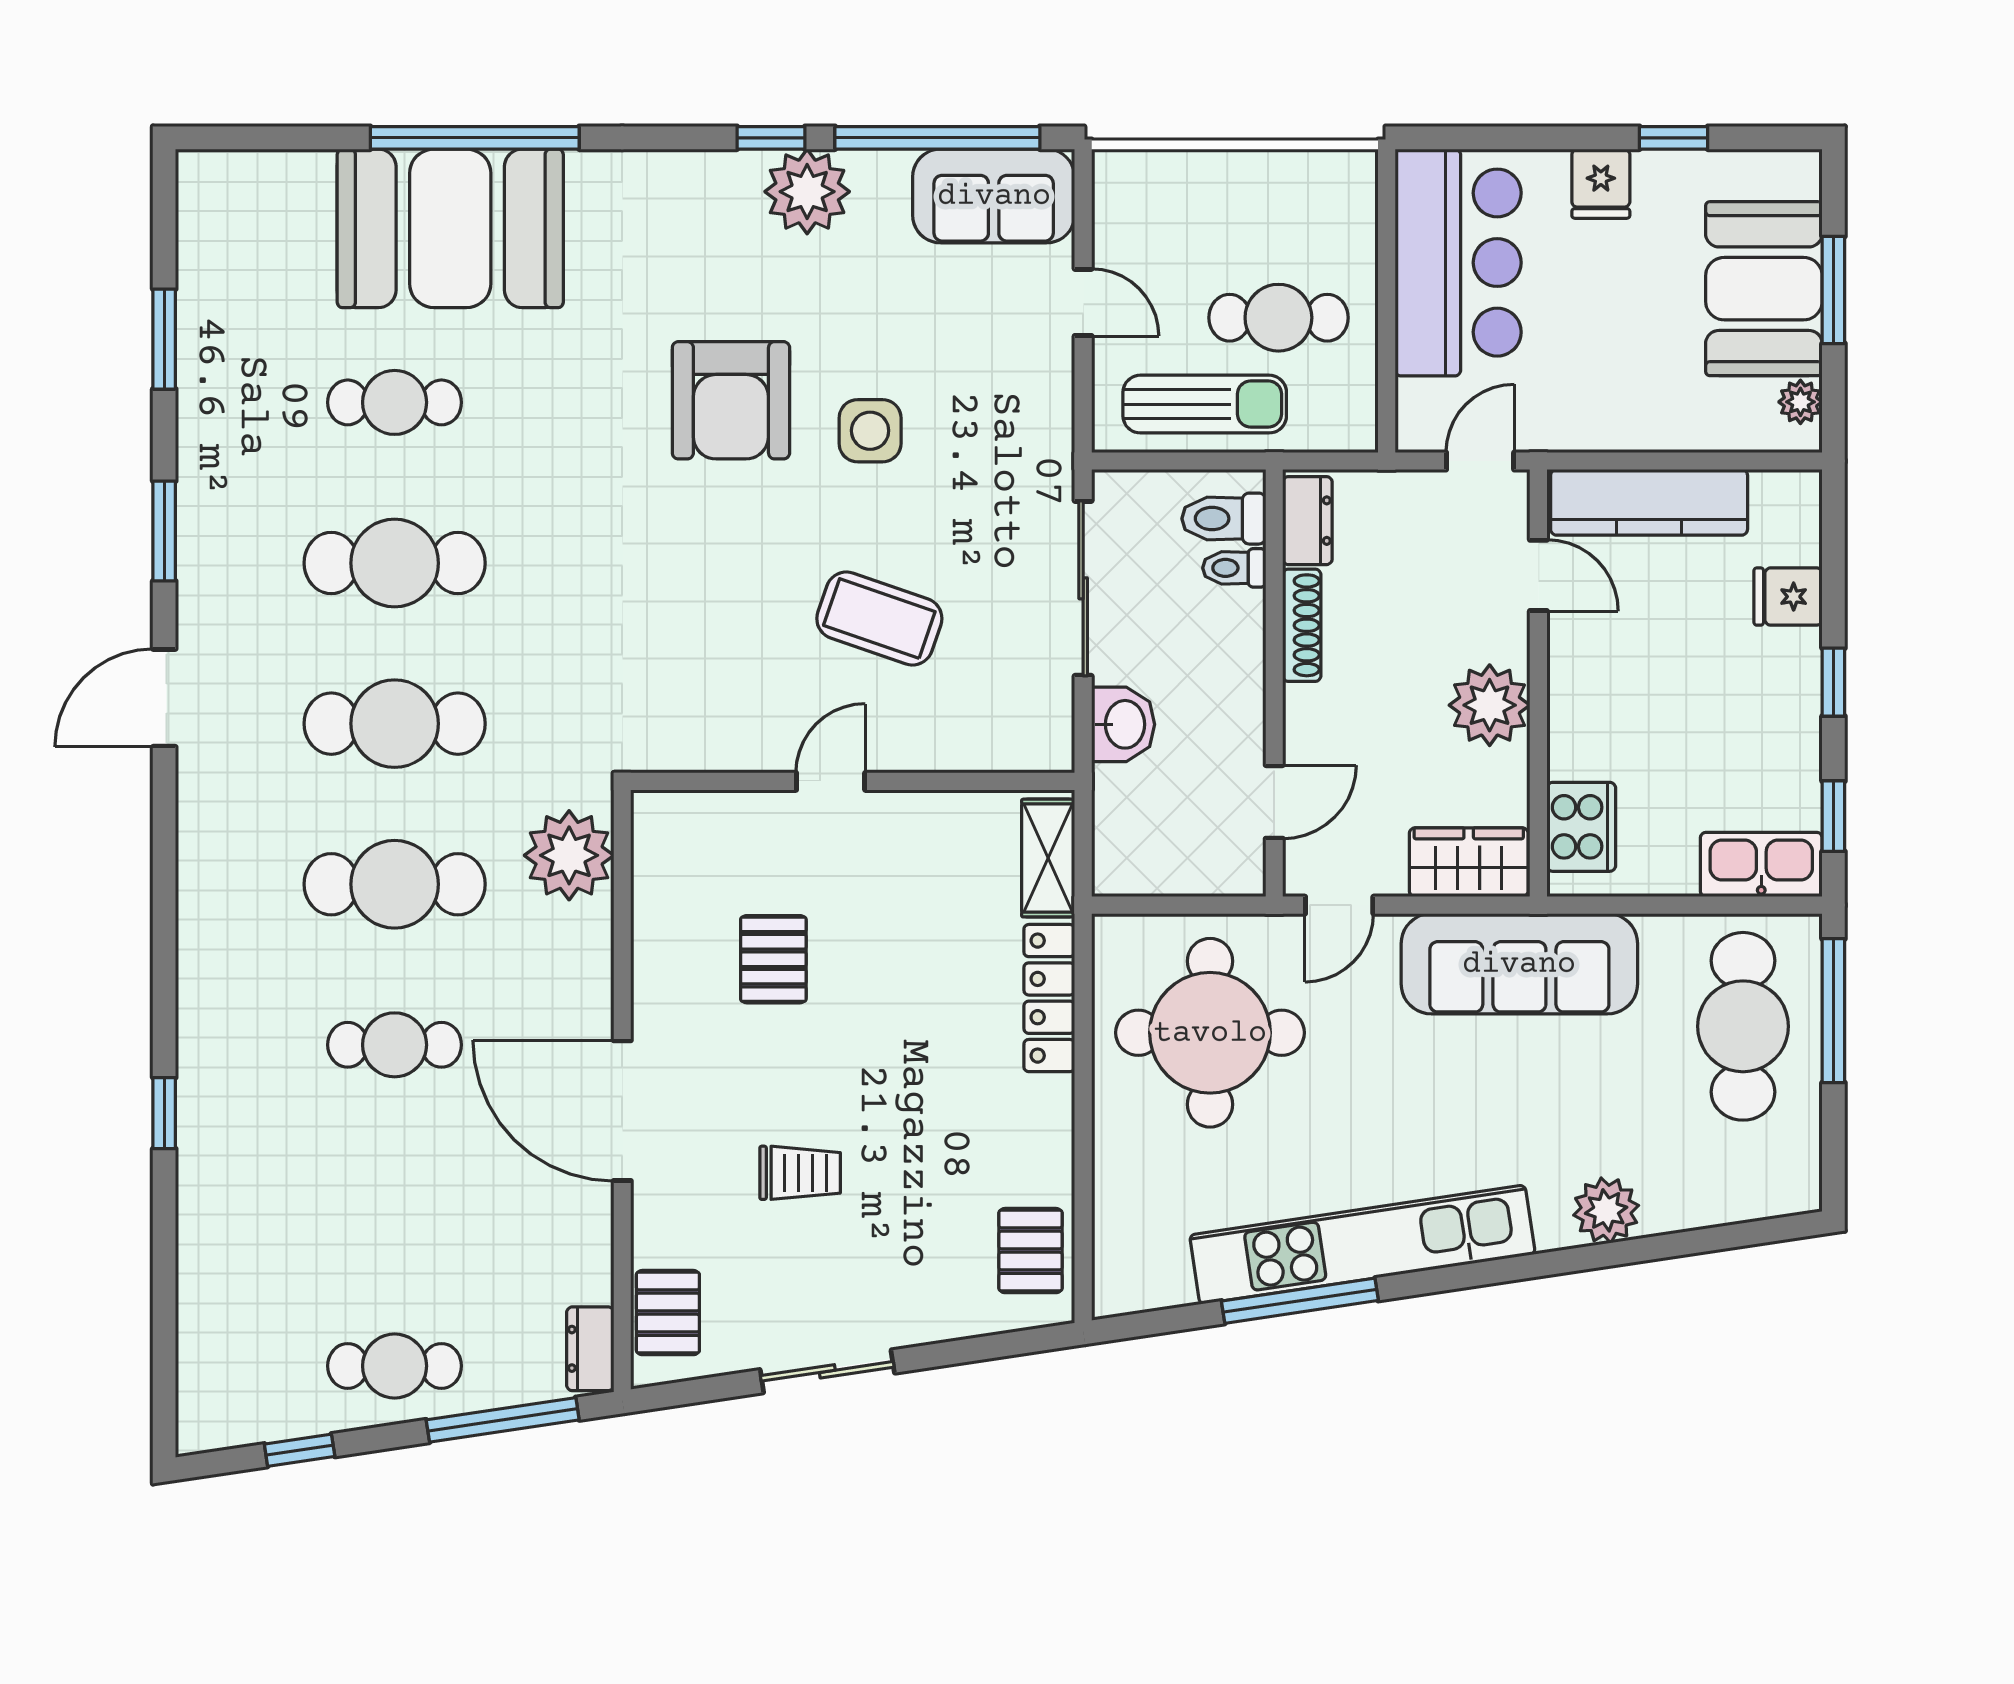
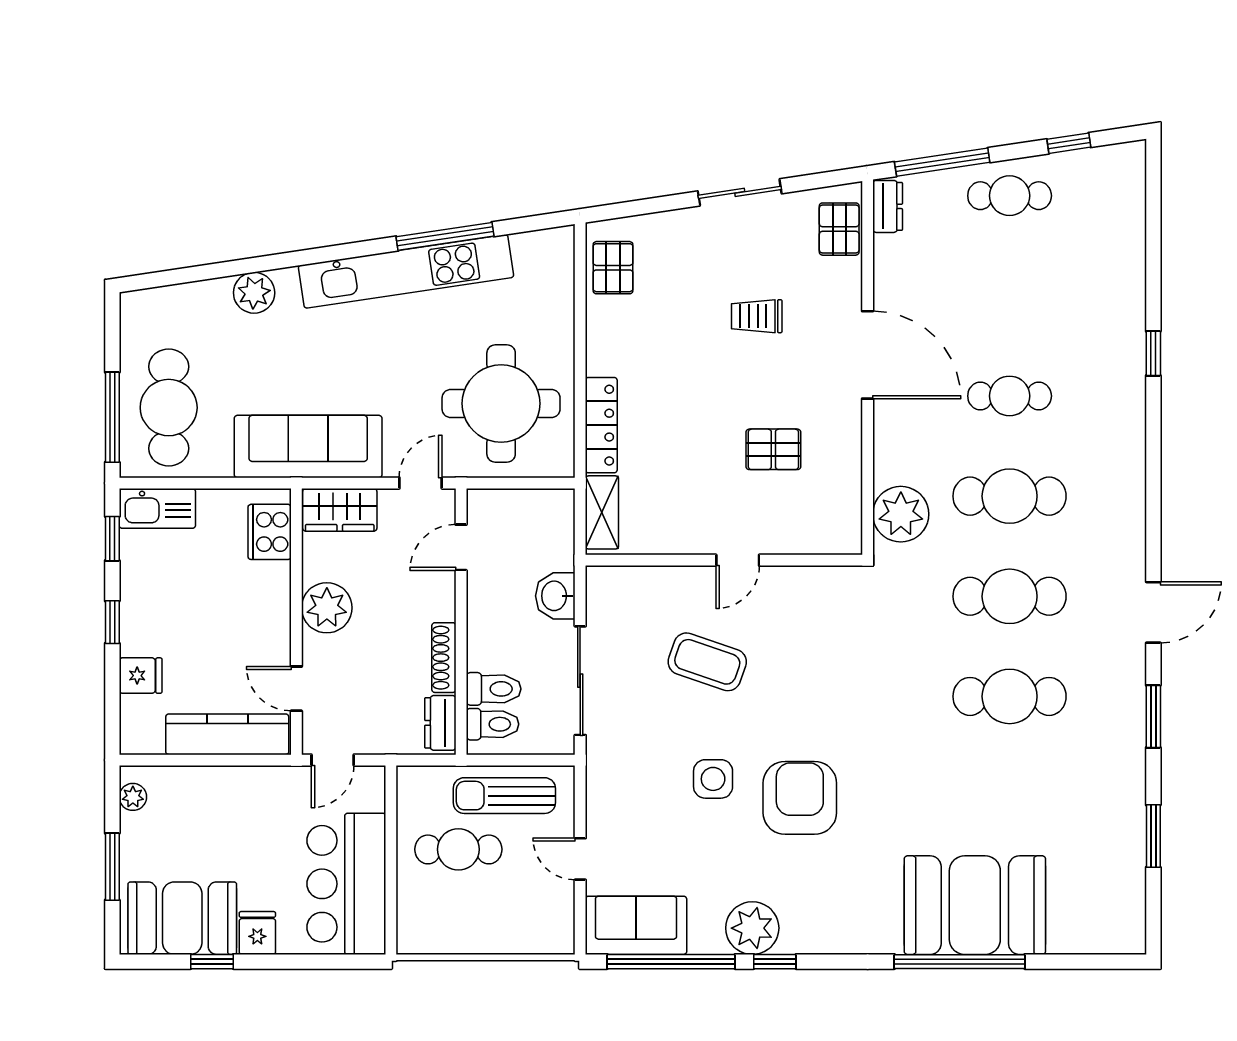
booth: (1764, 289) -> (182, 918), moved, turned 90
cafe table: (395, 402) -> (1010, 797), removed
toilet: (1234, 568) -> (494, 689), width x1.37, depth x1.39
pallet: (773, 959) -> (773, 449), turned 90

